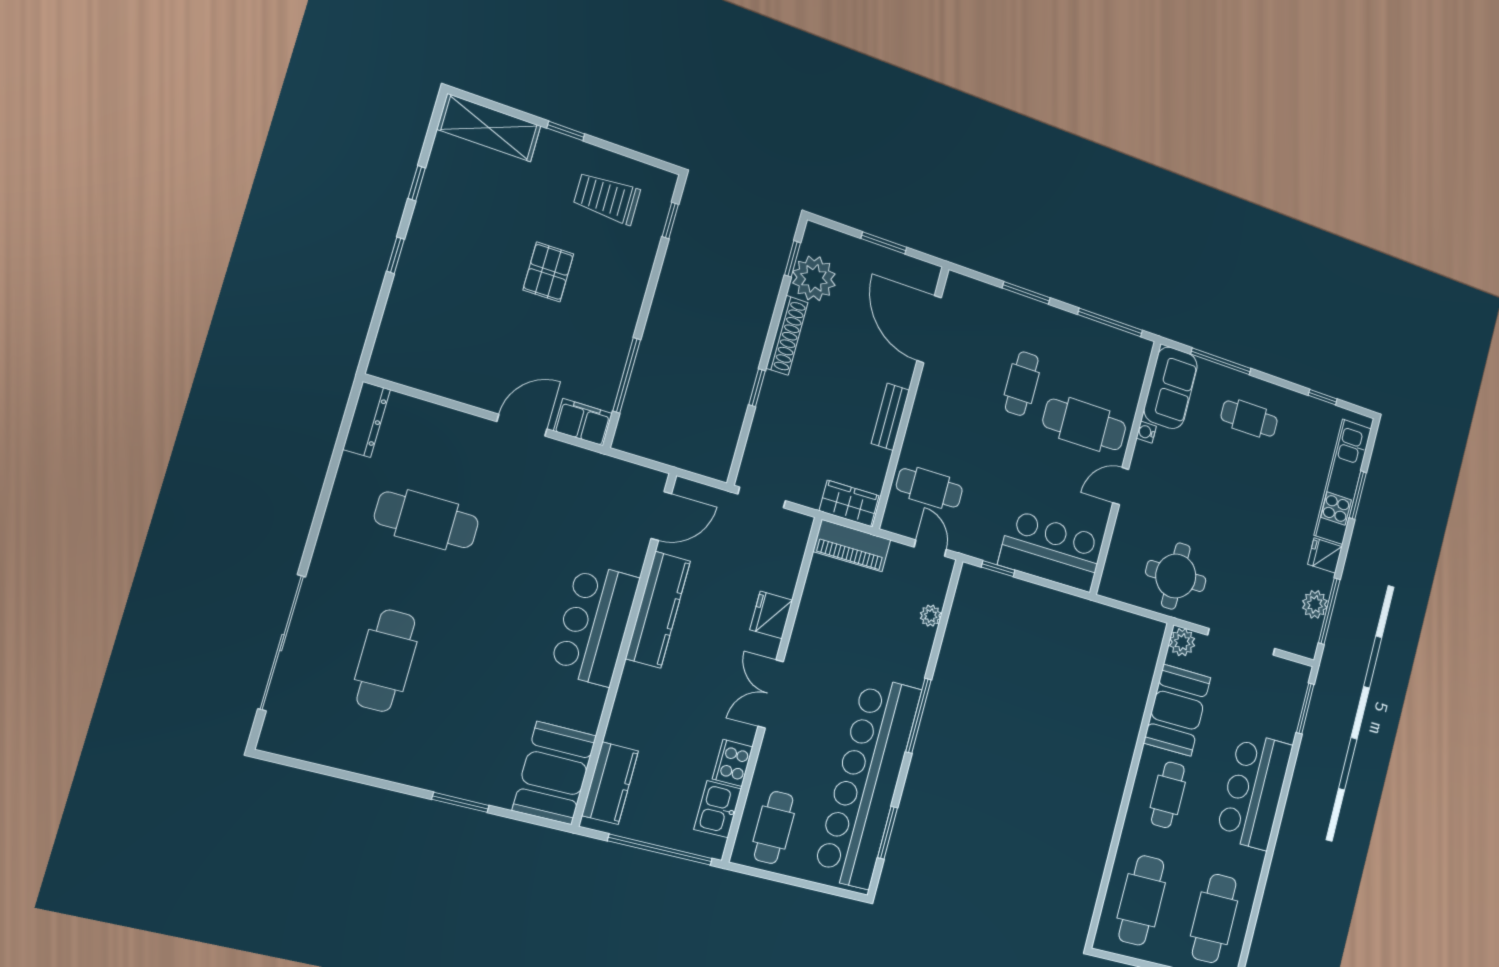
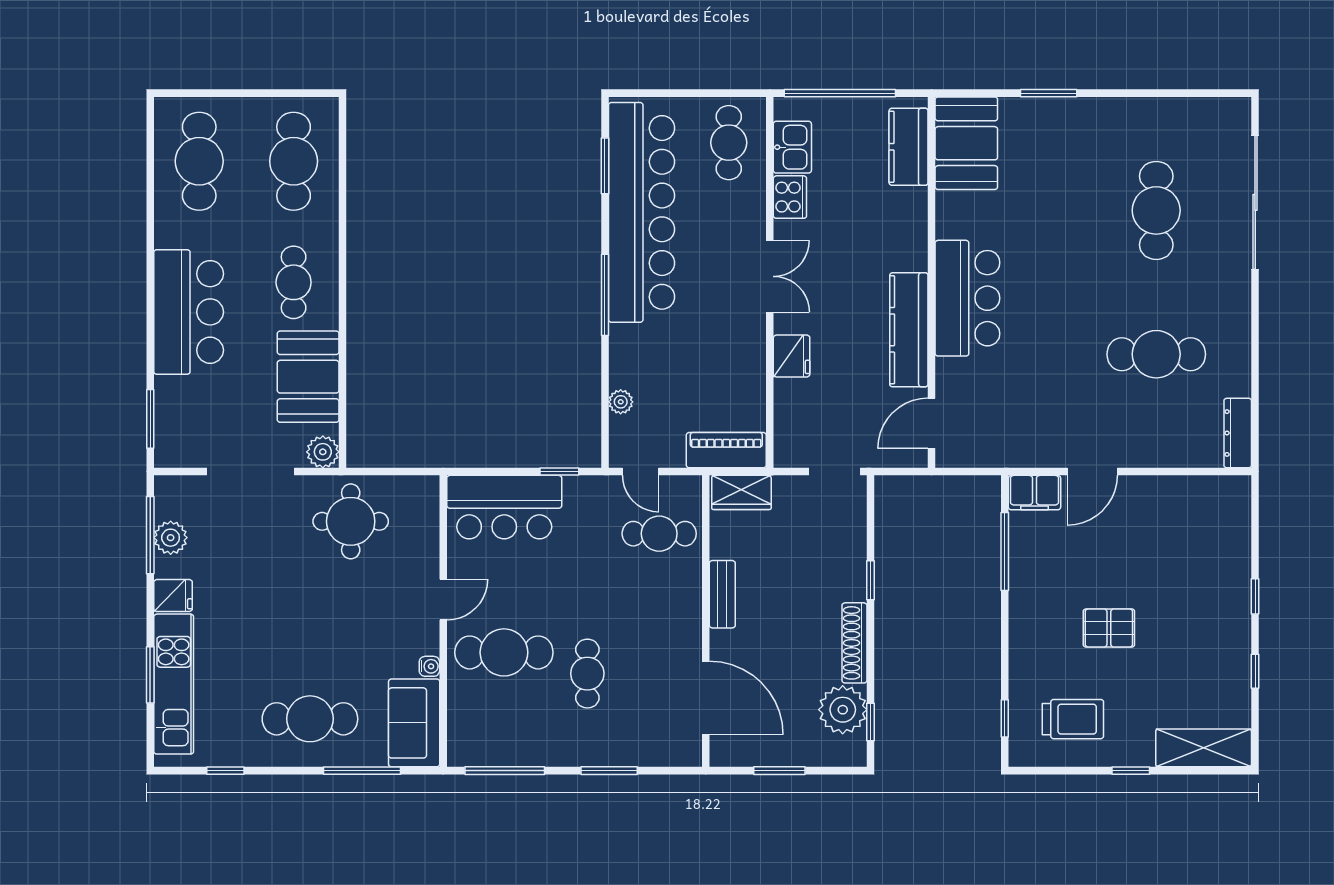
pallet: (548, 272) -> (1109, 628), turned 90
cafe table: (1249, 419) -> (310, 719), width x1.37, depth x1.35

